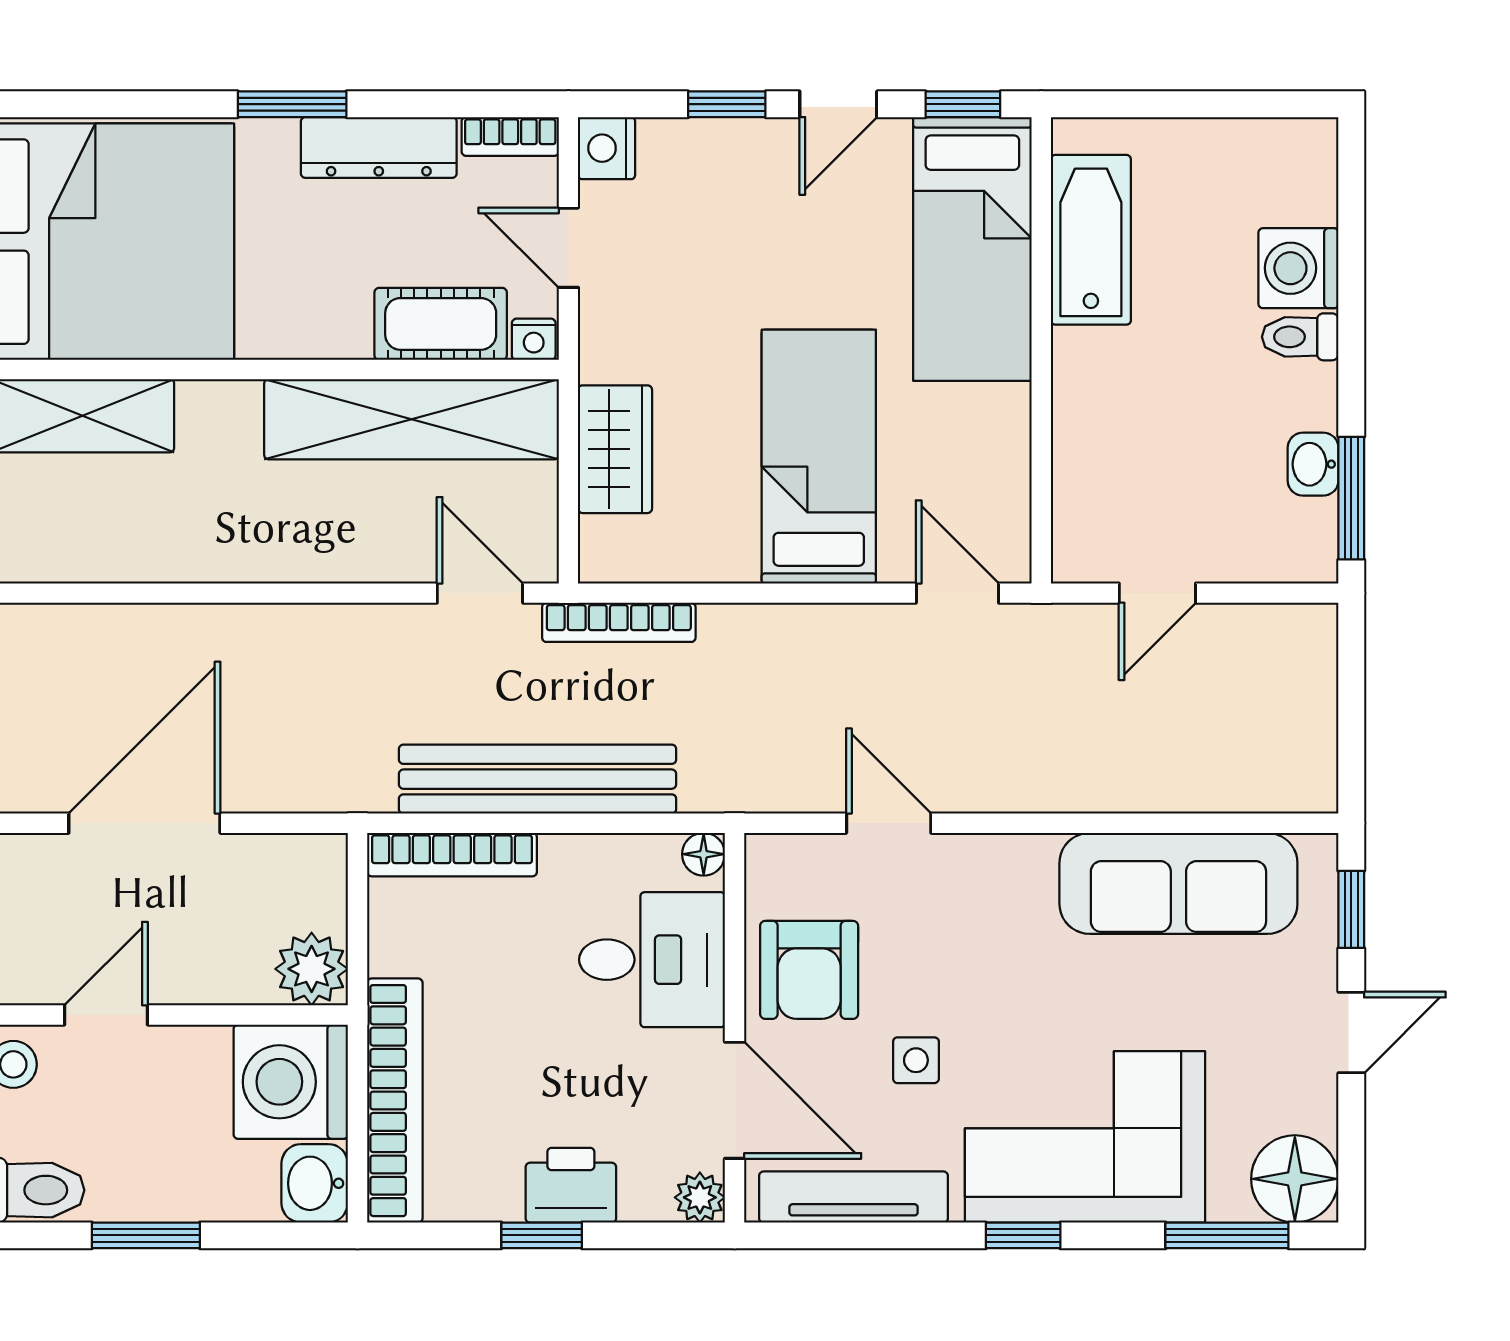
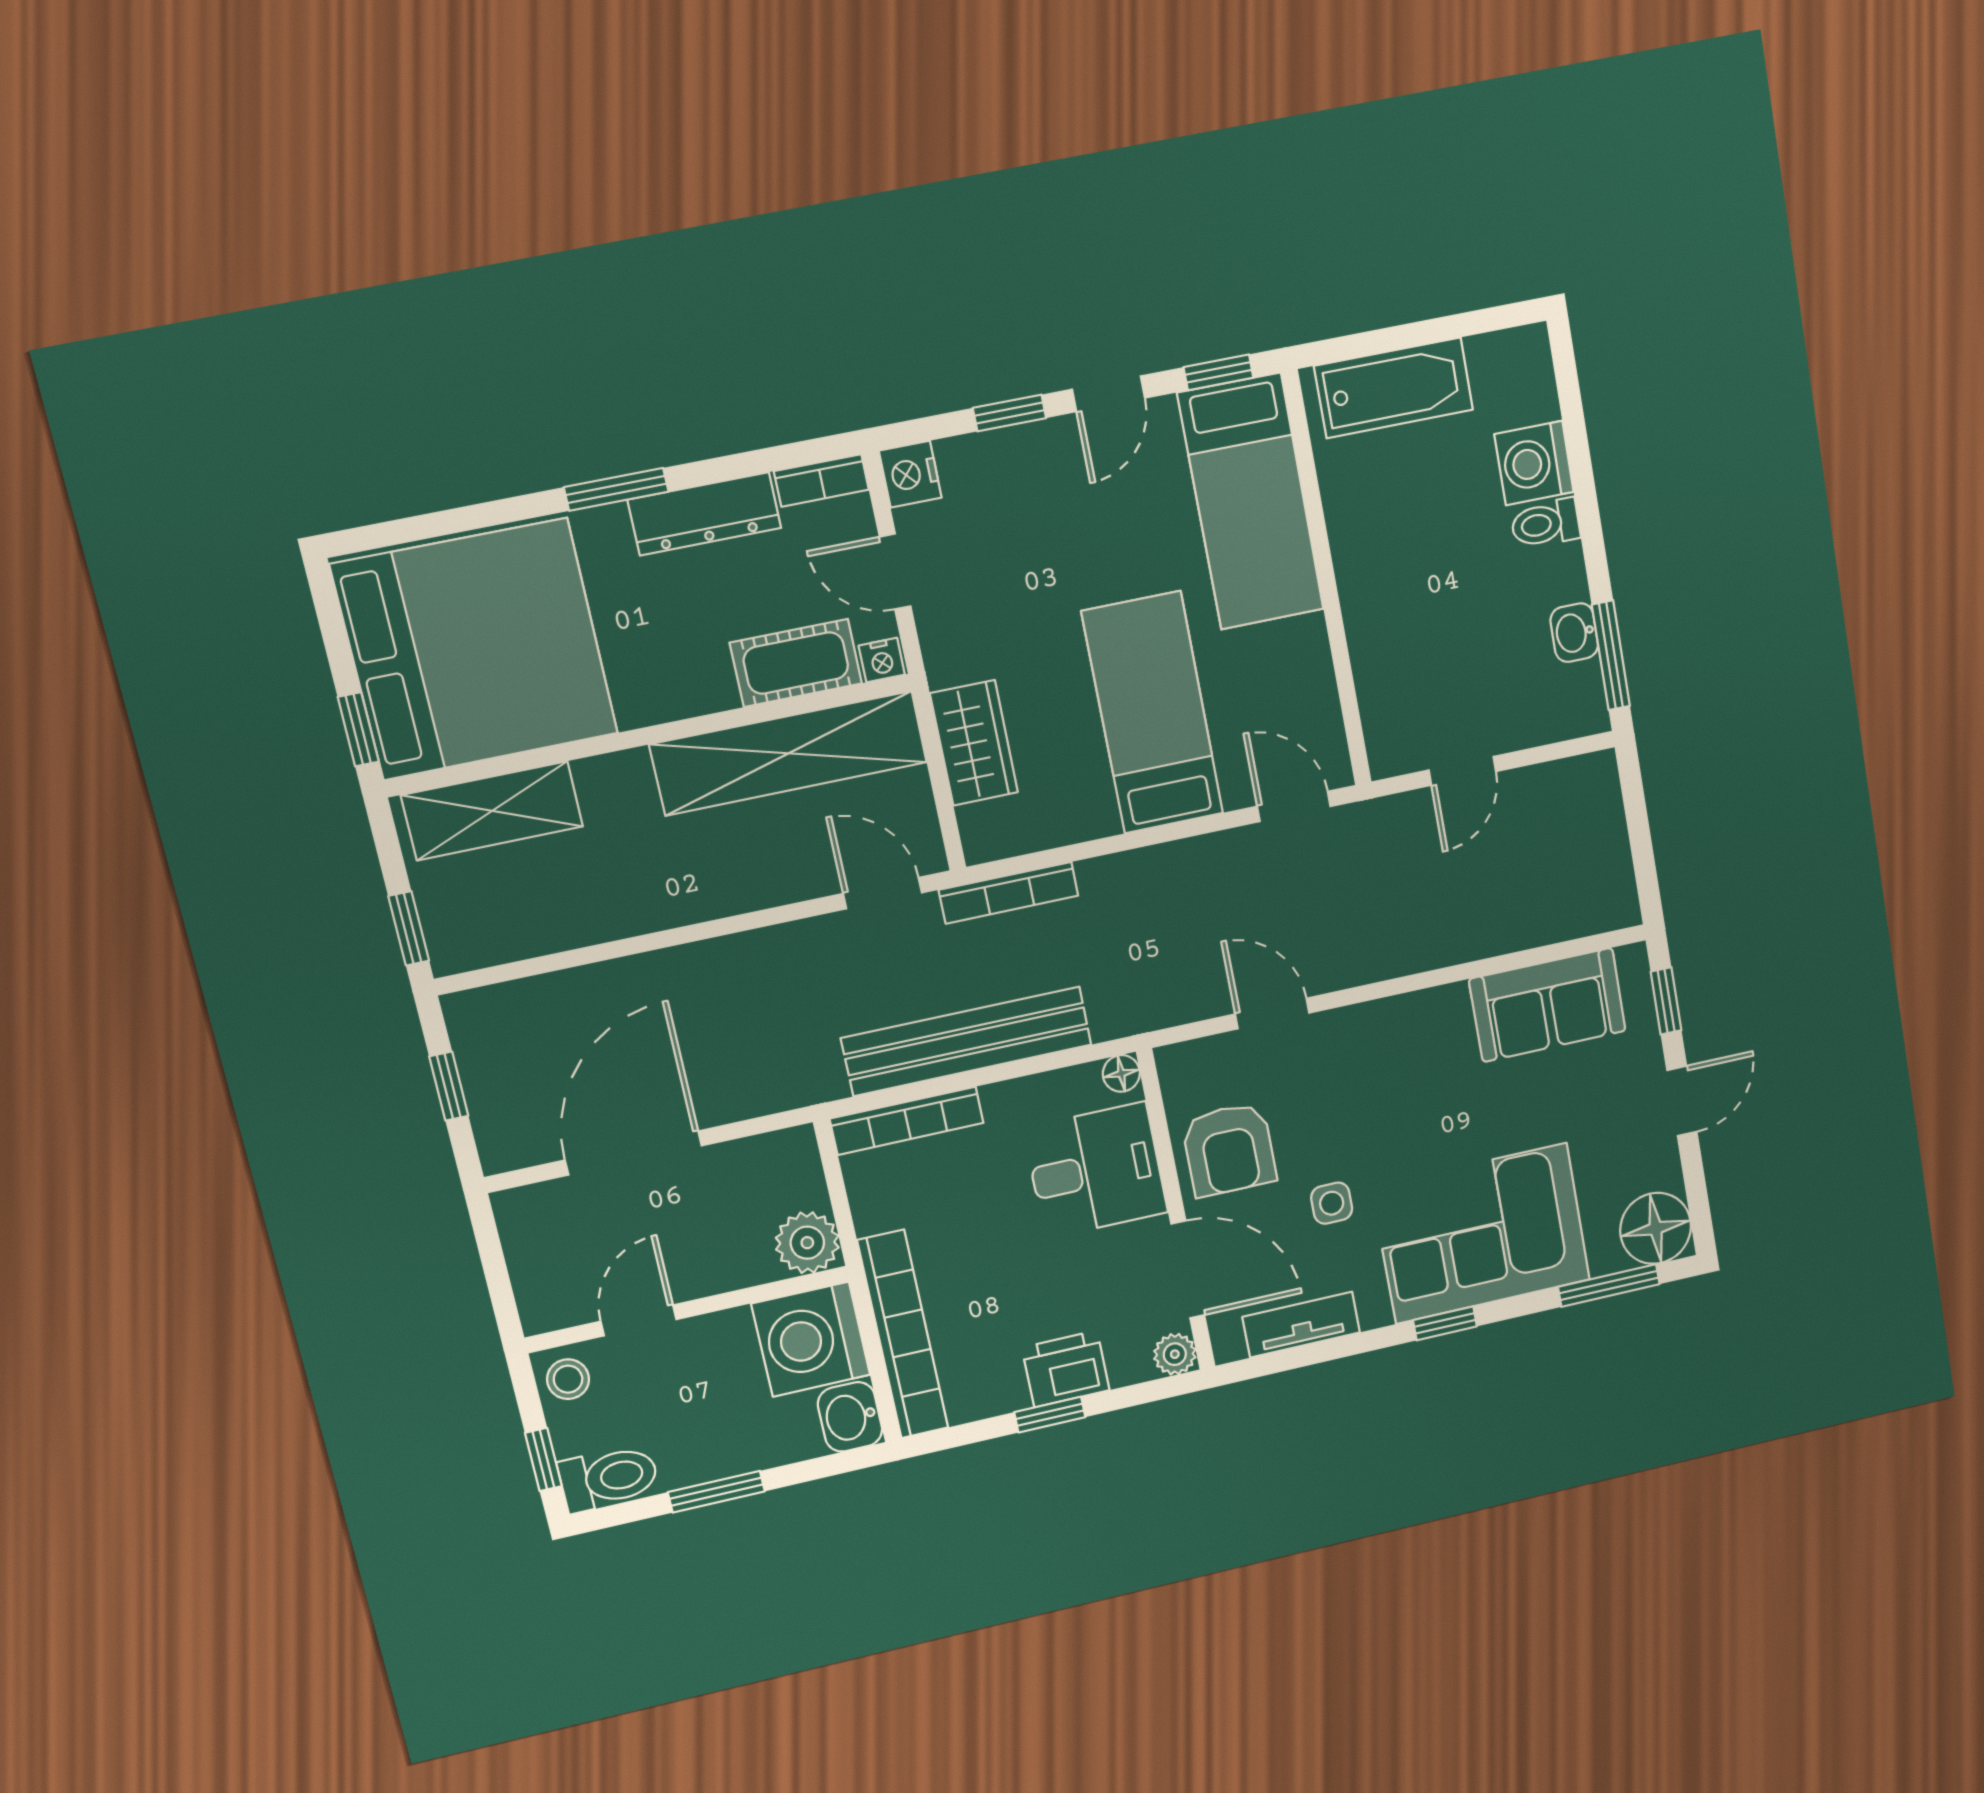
bathtub: (1091, 240) -> (1394, 388), moved, turned 90
sofa: (1178, 883) -> (1547, 1005), width x0.73
tv unit: (854, 1197) -> (1301, 1325), width x0.71

